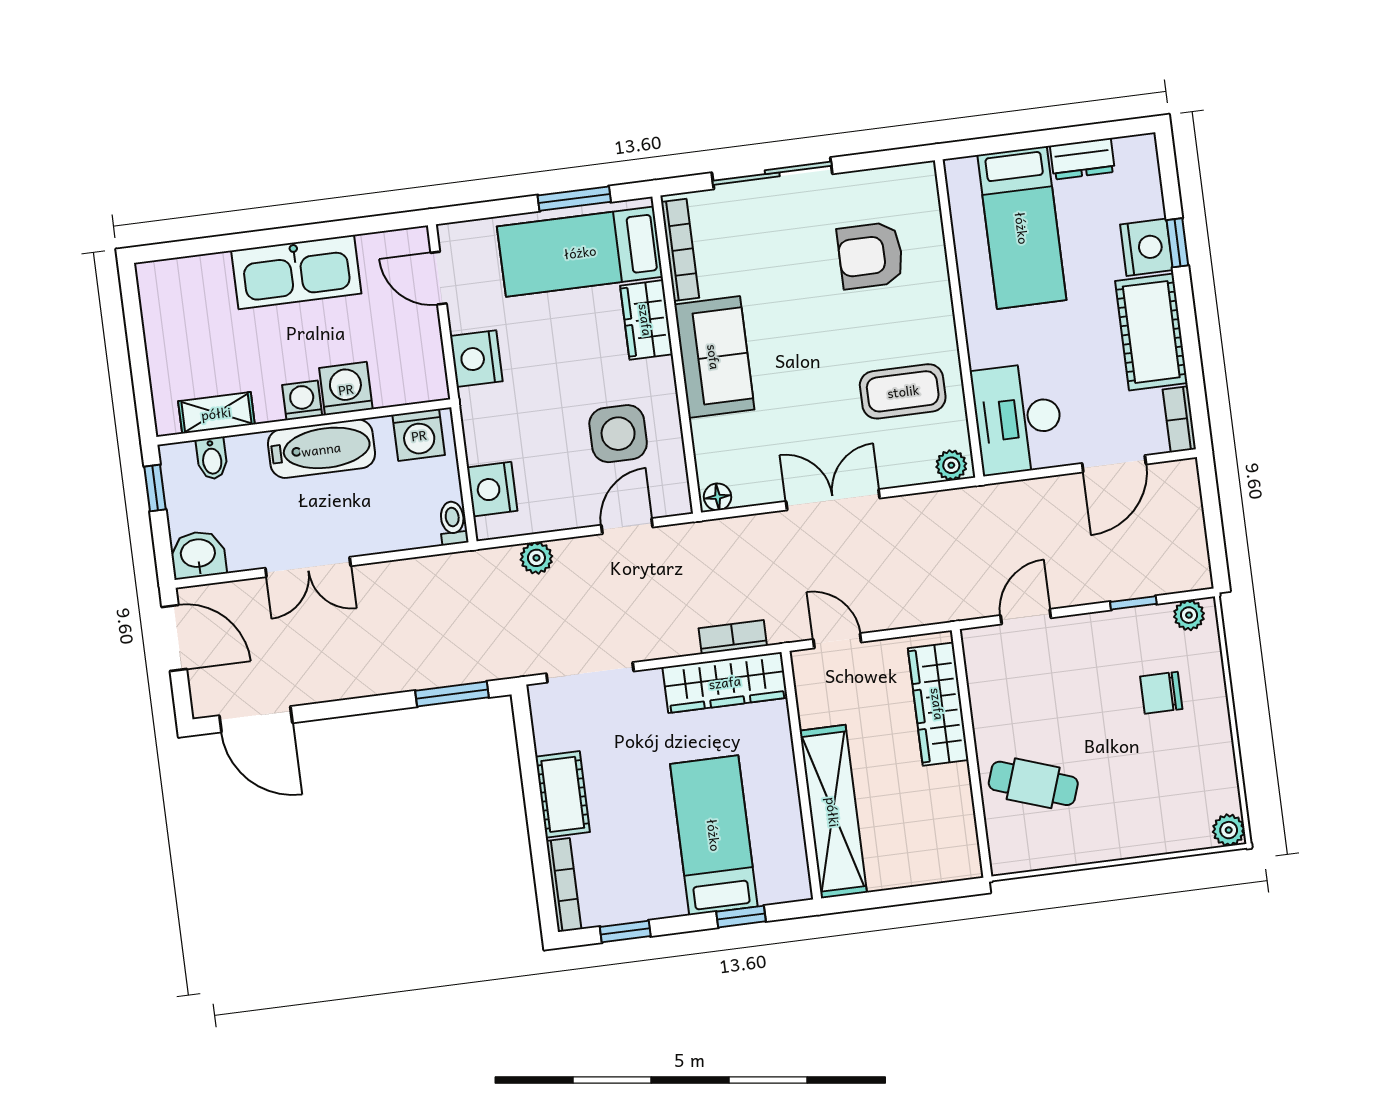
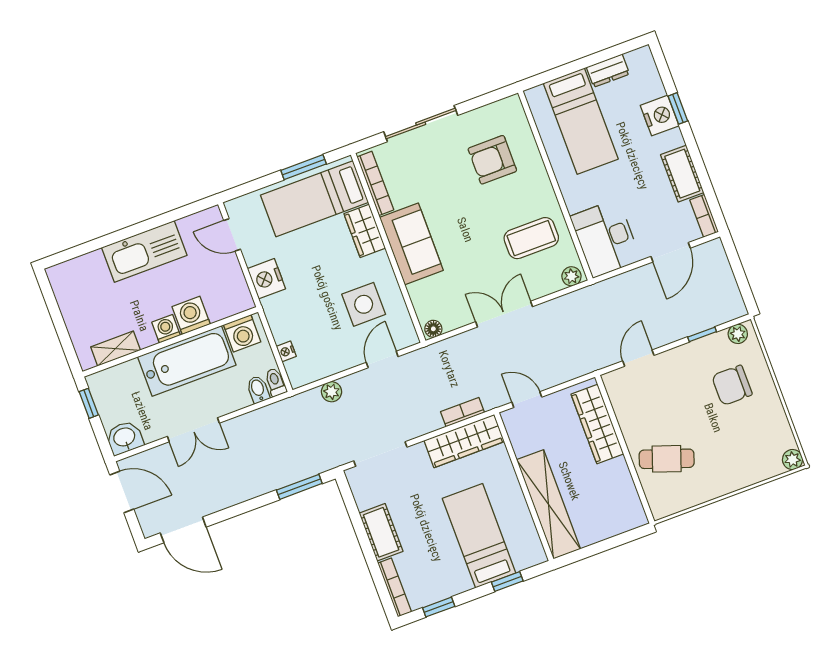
cot: (1151, 332) -> (682, 174), width x0.73, depth x0.75
bathtub: (321, 449) -> (187, 361), width x1.36, depth x1.36
bidet: (212, 458) -> (258, 389), moved, turned 180
nightstand: (492, 489) -> (286, 351), width x0.53, depth x0.56
chair: (1161, 693) -> (732, 385), width x1.37, depth x1.37

